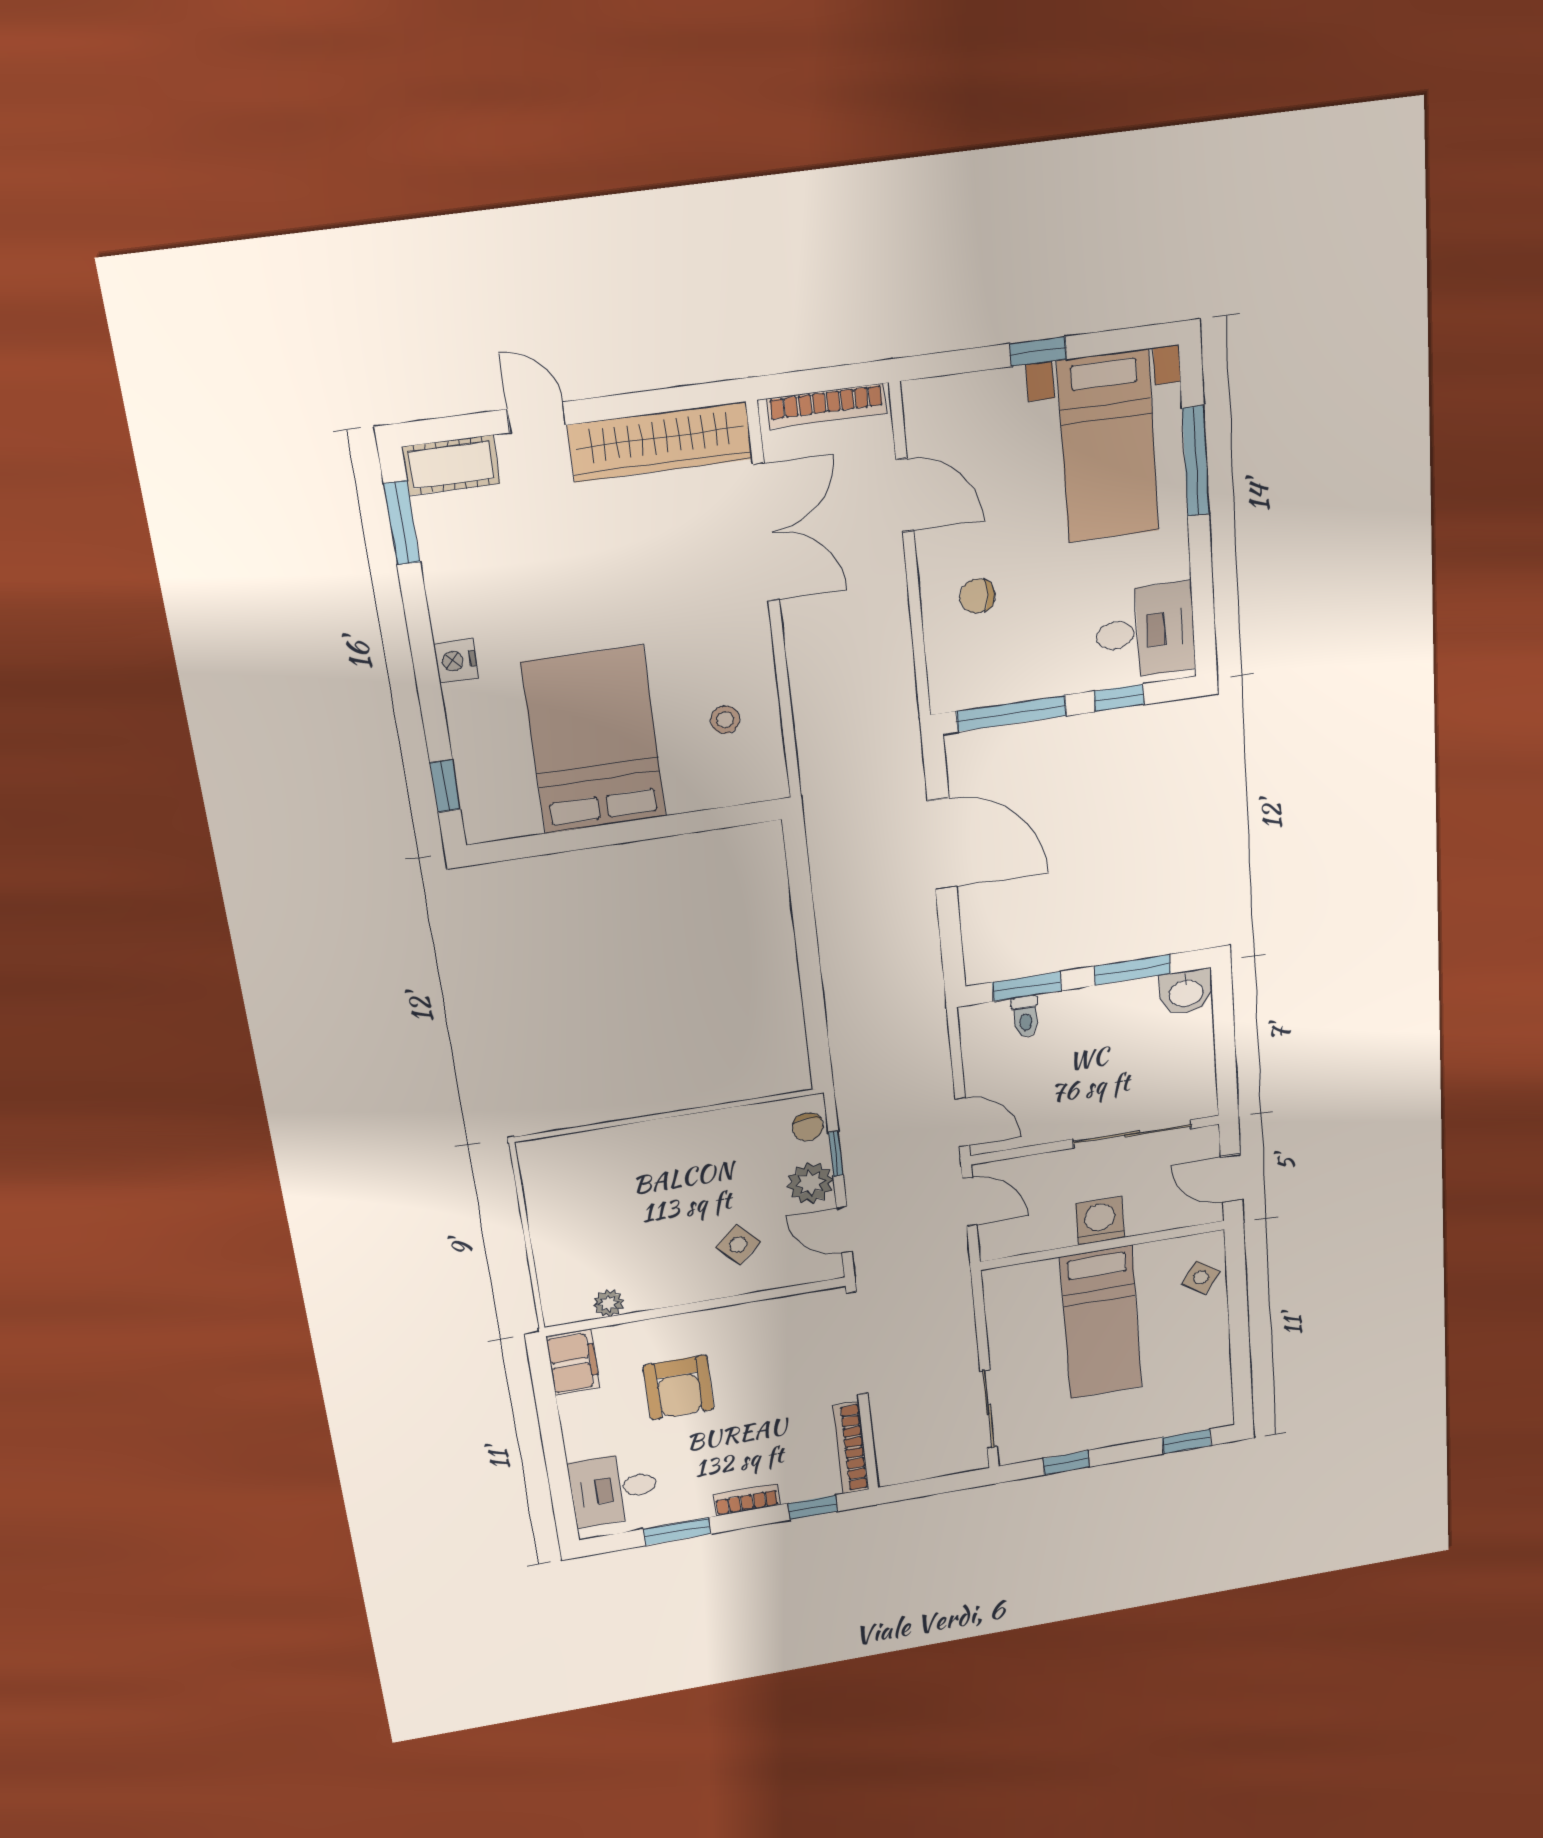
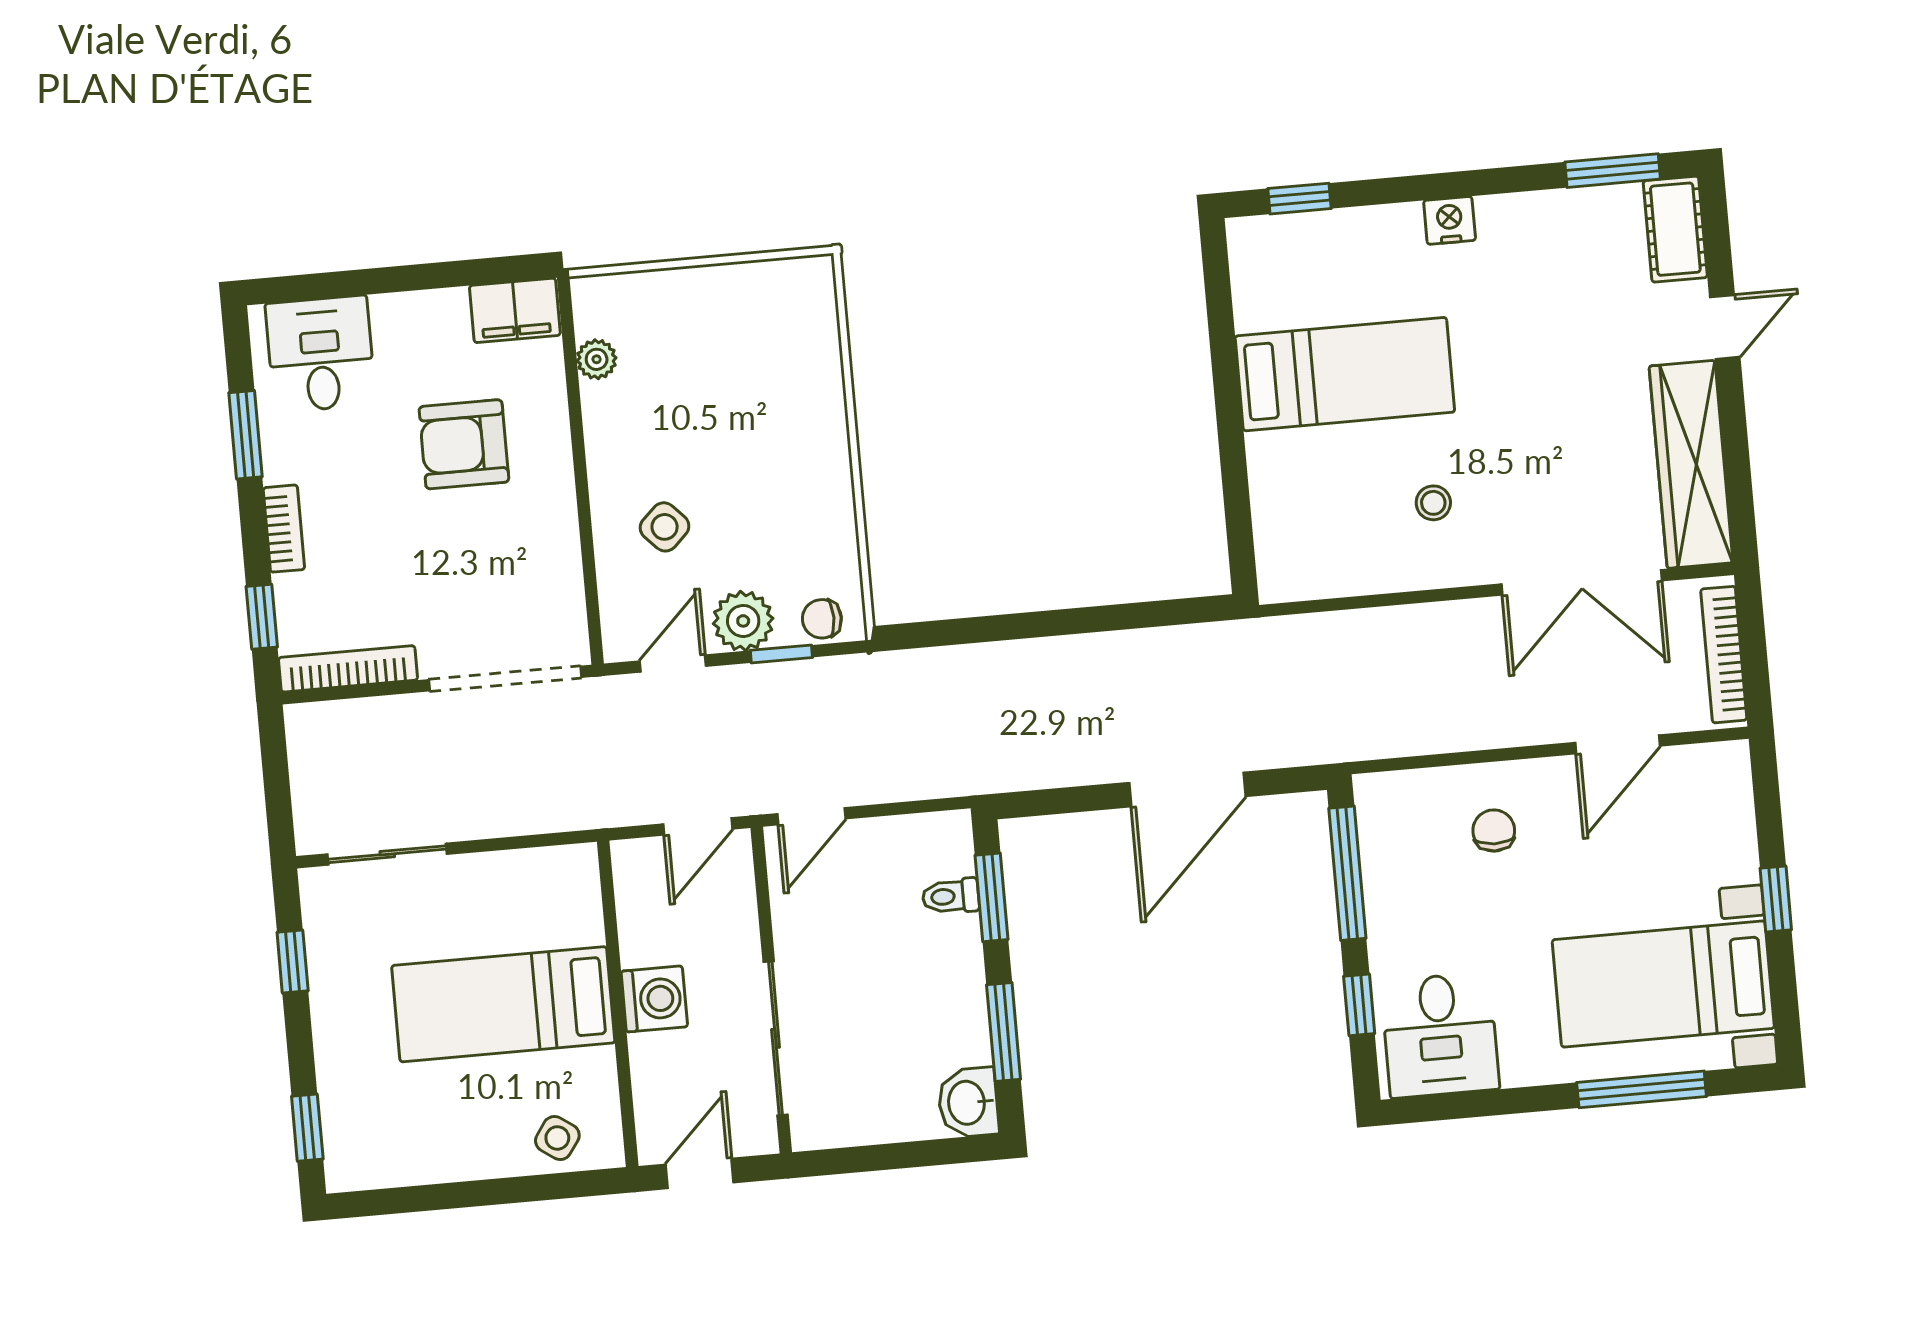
stool: (725, 720) -> (1433, 503), moved
bed: (594, 740) -> (1345, 374), width x0.67

